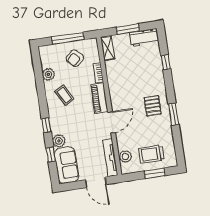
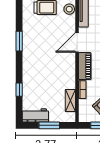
shelving: (108, 48) -> (70, 101), moved
pallet: (153, 106) -> (37, 52), removed

